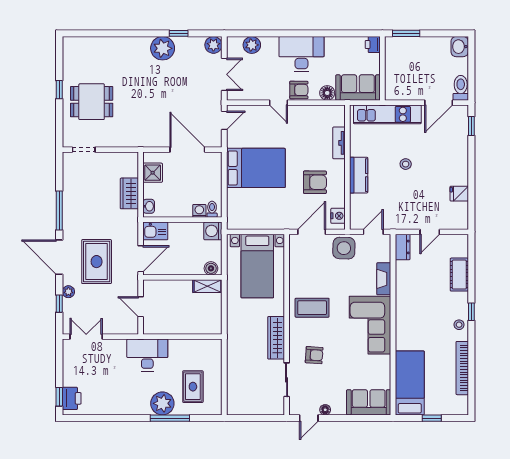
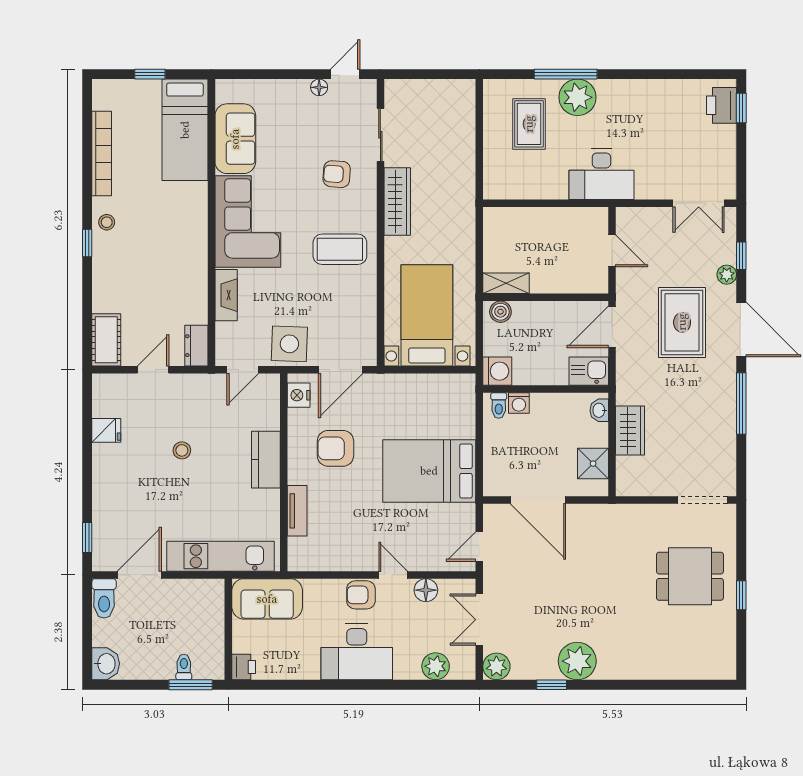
toilet: (410, 44) -> (184, 667), added
floor lamp: (327, 93) -> (426, 590), moved
doorway: (84, 150) -> (702, 500), width x1.38
stool: (406, 164) -> (182, 450), moved
cot: (459, 275) -> (106, 340), moved
sofa: (369, 402) -> (235, 139), moved, turned -90

